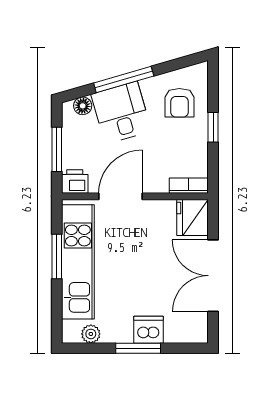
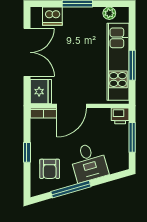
window: (124, 80) -> (71, 189), moved
armchair: (179, 103) -> (50, 169), turned 180
floor lamp: (83, 106) -> (115, 167), removed
door: (120, 196) -> (72, 106), moved
dishwasher: (148, 330) -> (52, 16), moved

